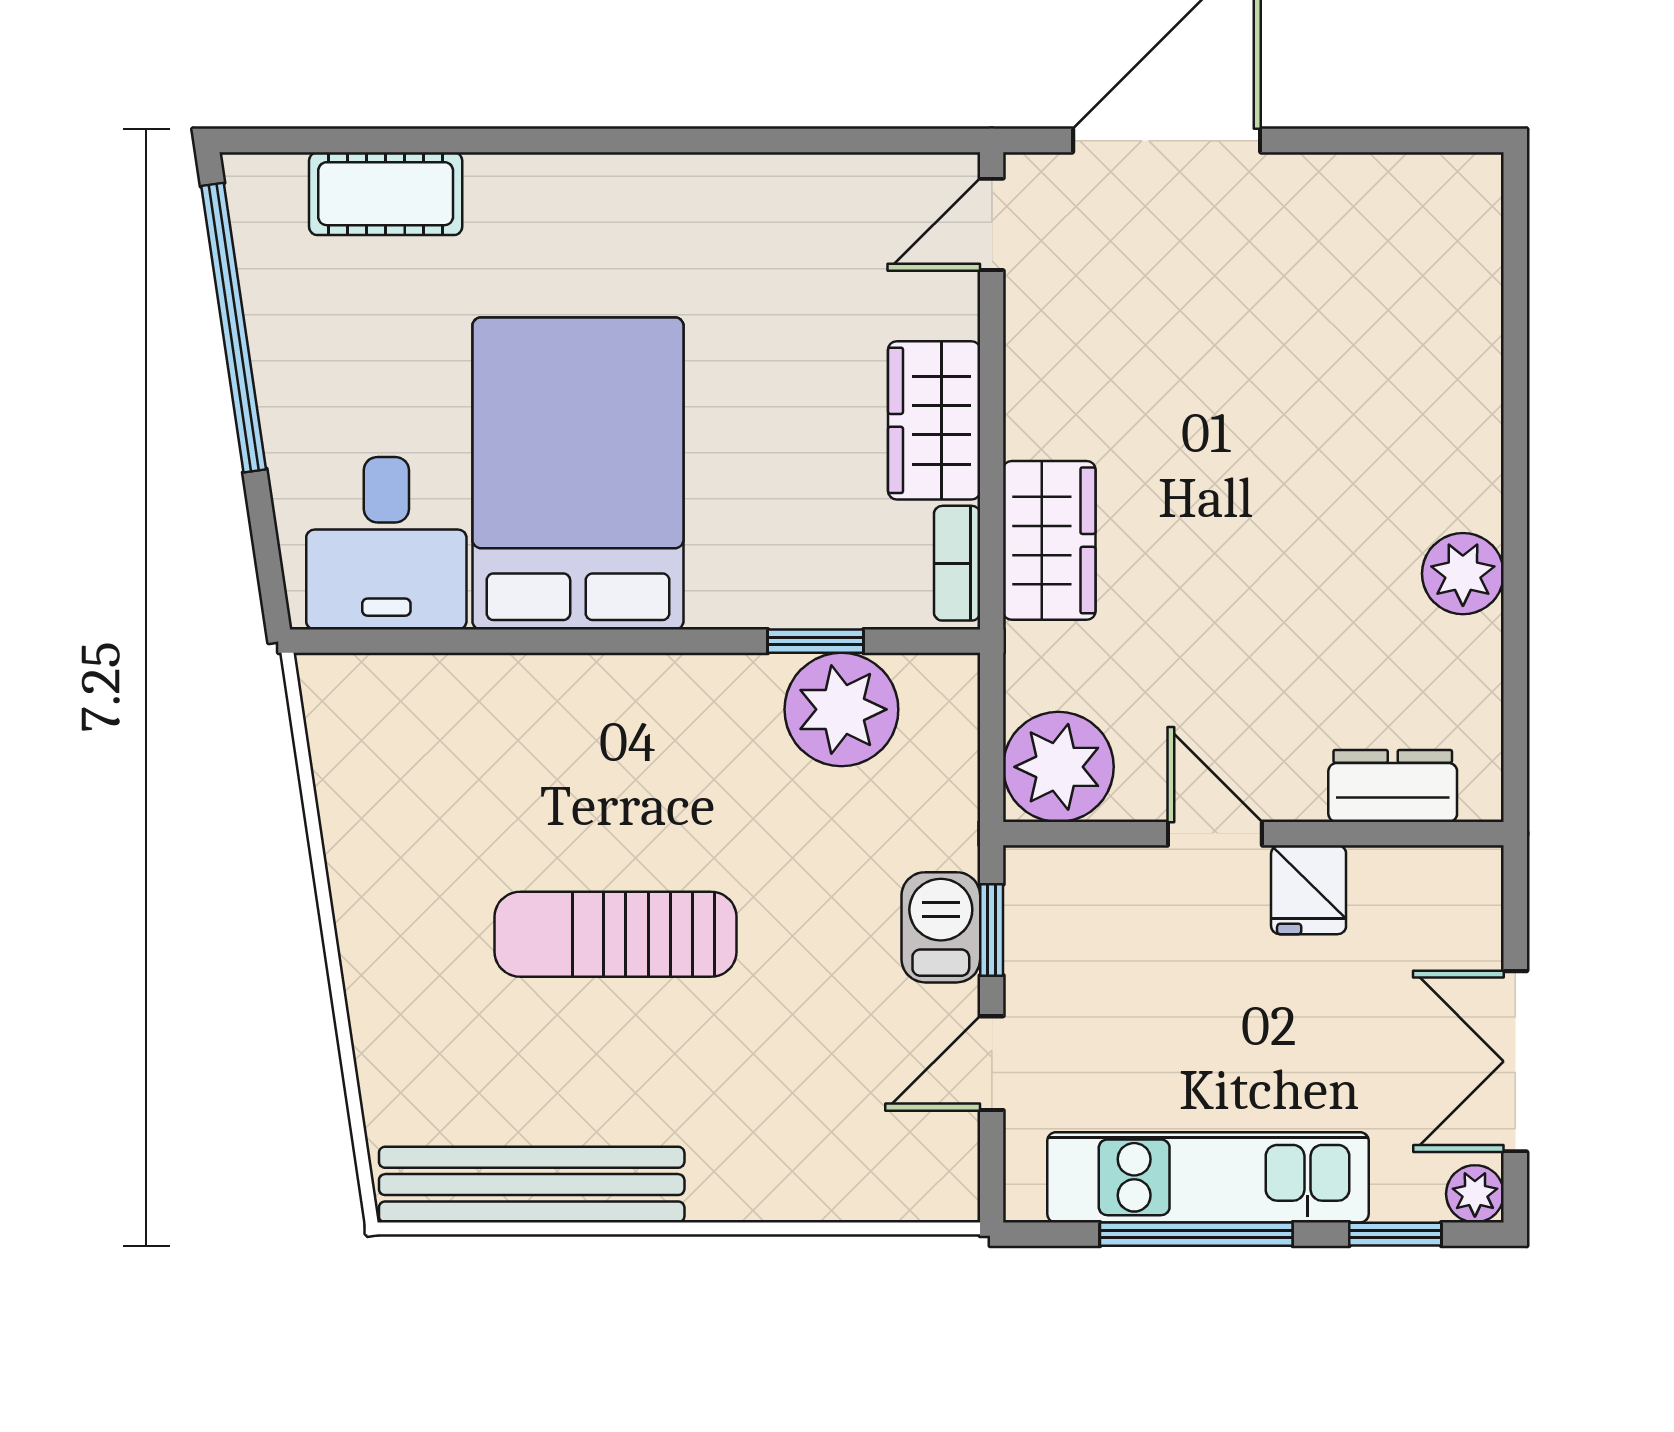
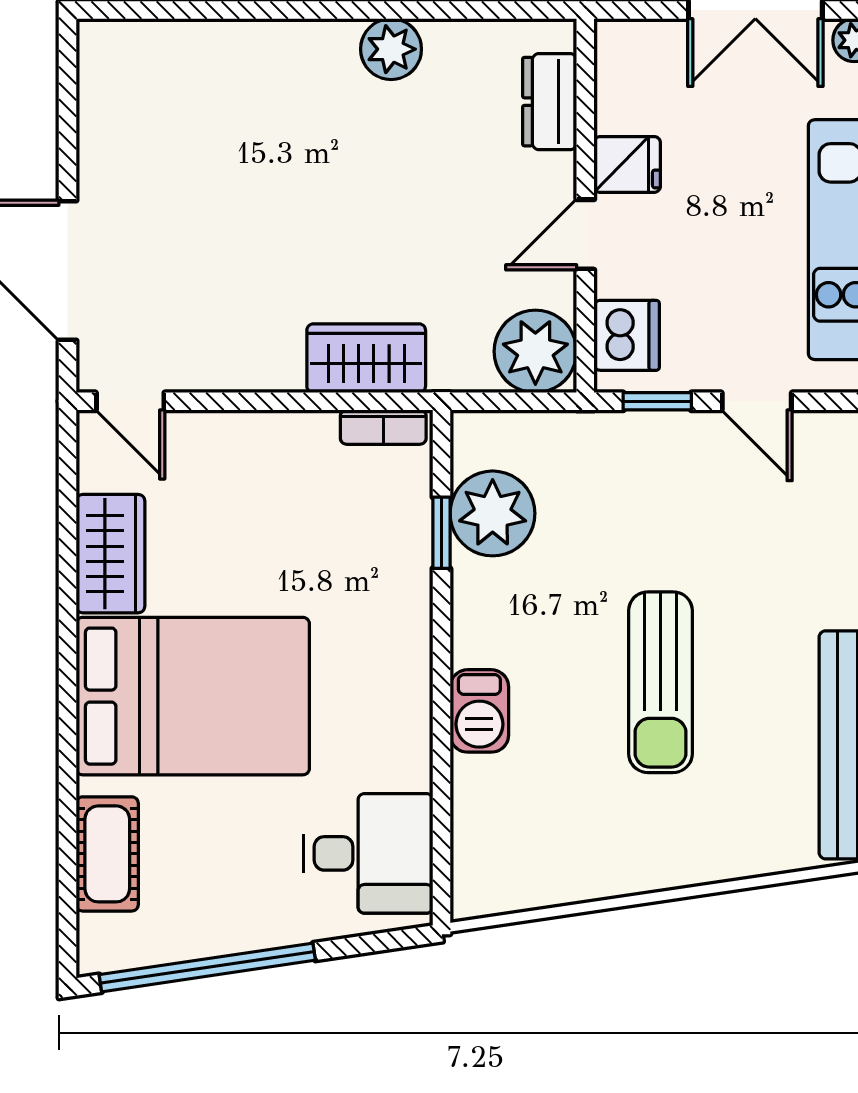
wardrobe: (934, 420) -> (110, 554), moved, turned -90
bed: (578, 473) -> (193, 696), moved, turned 180
dishwasher: (1080, 889) -> (627, 335), added
barbecue: (941, 927) -> (479, 711), moved, turned -90

